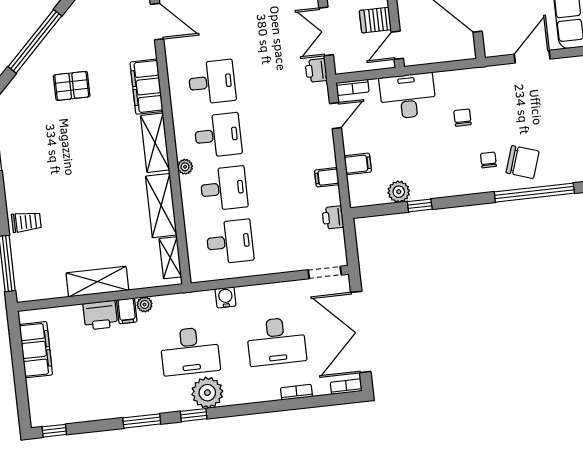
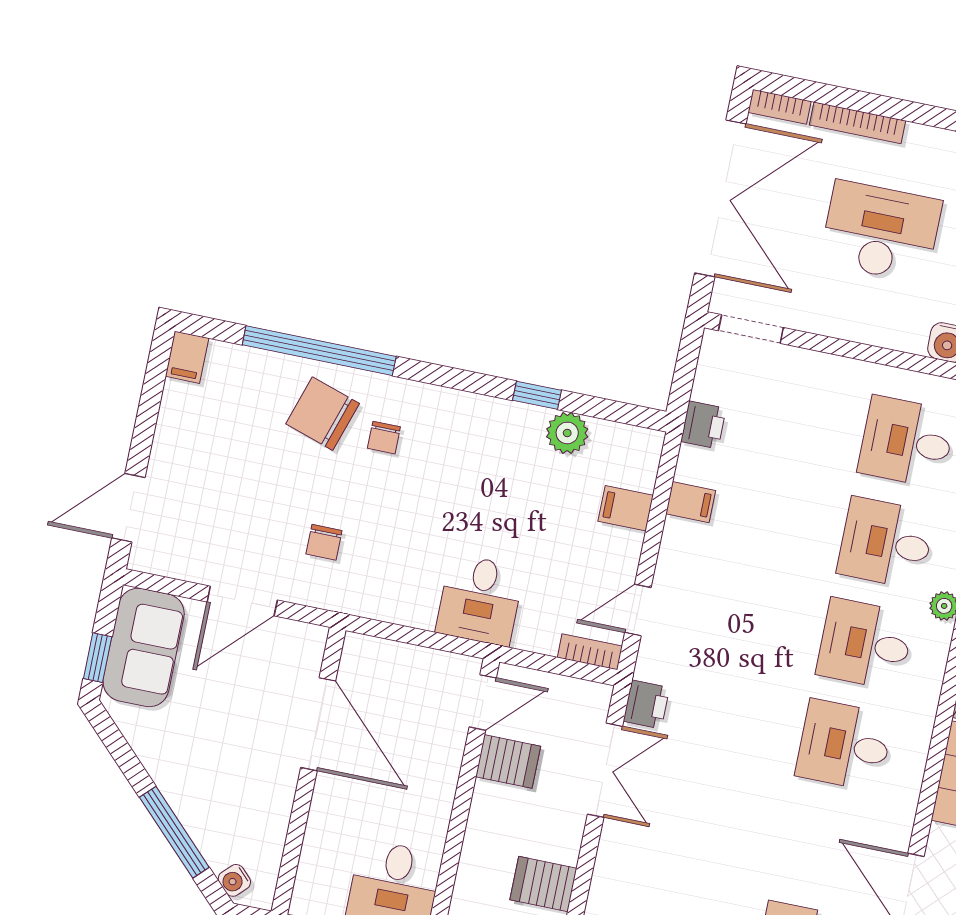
desk: (408, 96) -> (480, 600), width x0.73
chair: (463, 118) -> (324, 542), moved
bookcase: (297, 392) -> (858, 123), width x1.56

